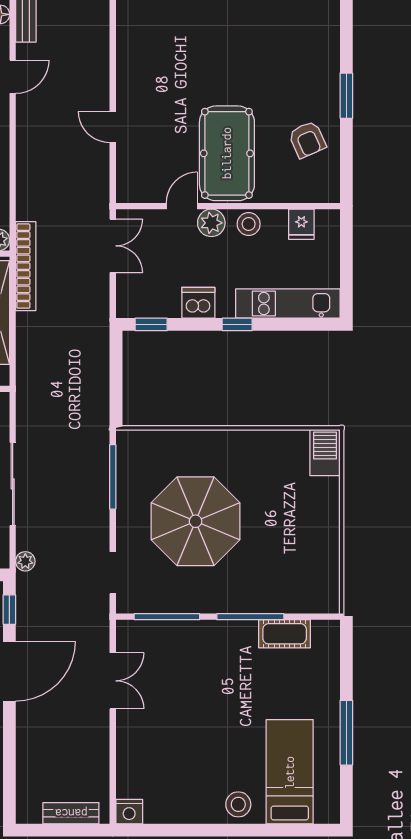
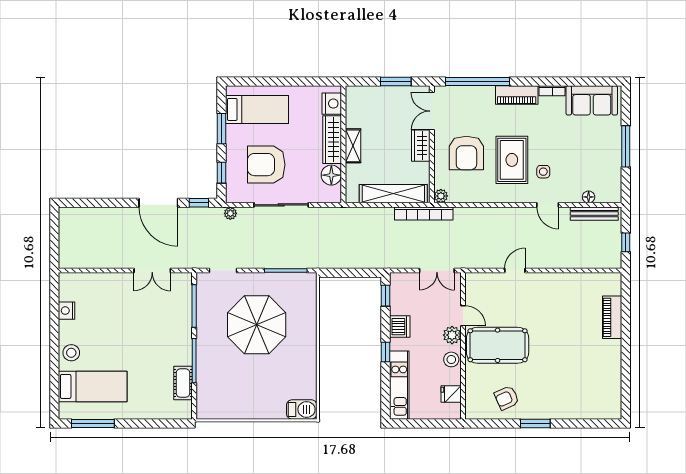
window: (346, 733) -> (93, 423), moved
nightstand: (129, 812) -> (67, 311), moved
bench: (71, 813) -> (65, 243), removed

